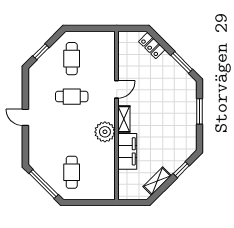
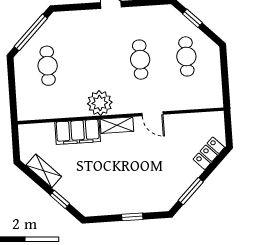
cafe table: (72, 59) -> (186, 56), turned 90
window: (199, 111) -> (132, 217), width x0.67
cafe table: (72, 172) -> (48, 66), turned 90

